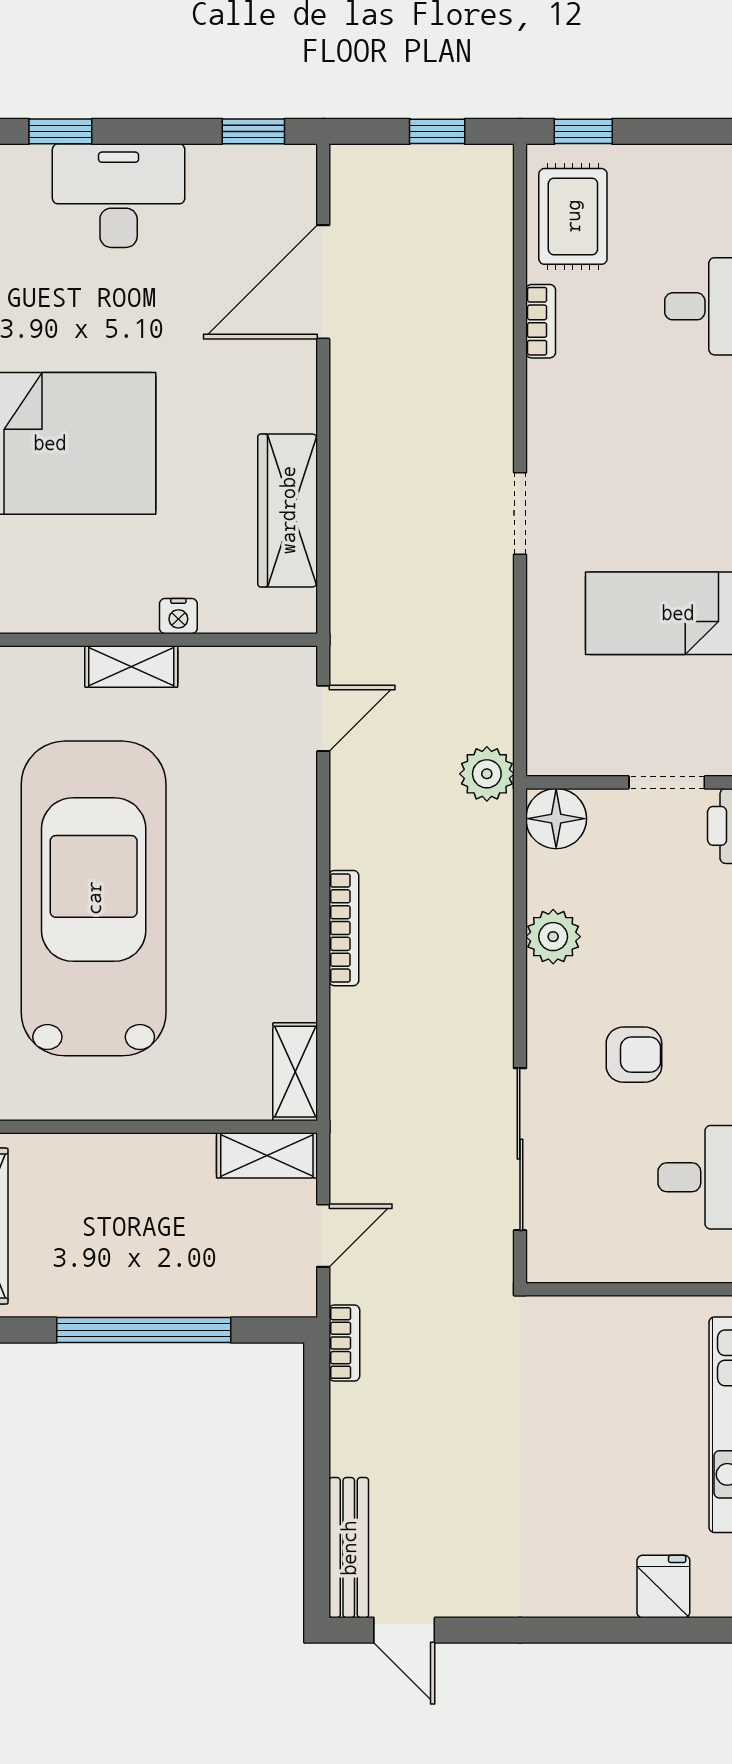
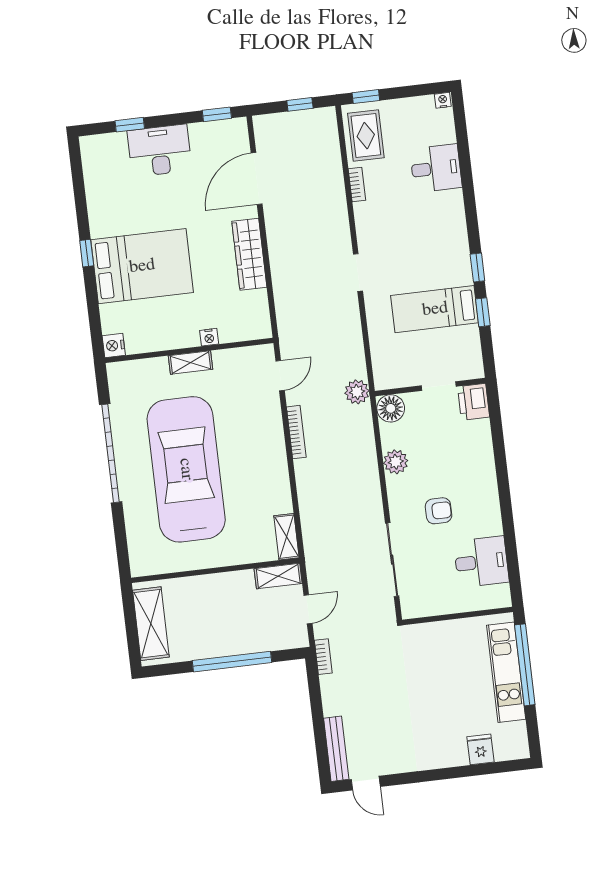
wardrobe: (288, 510) -> (249, 254), moved
bookcase: (344, 928) -> (296, 432), moved

